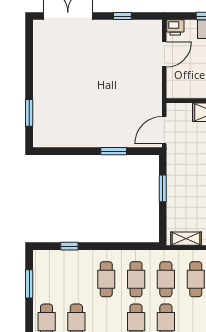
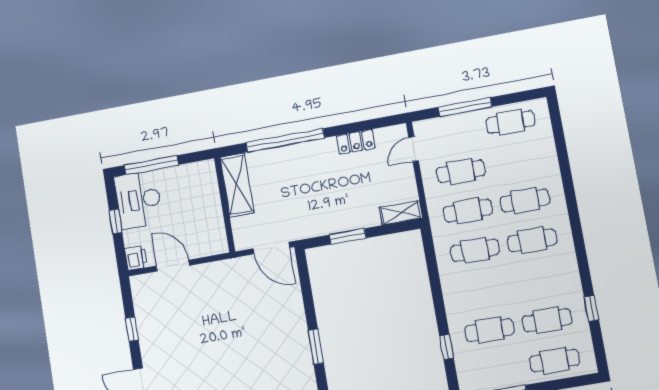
window: (114, 151) -> (316, 347), moved
shelving: (186, 239) -> (401, 213), moved, turned 90
cafe table: (106, 279) -> (489, 330), moved

